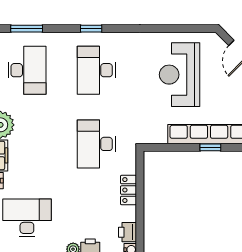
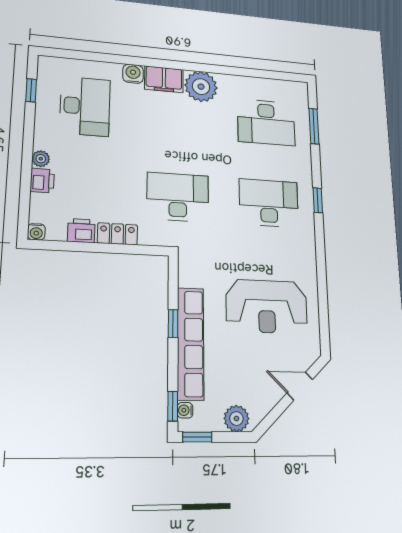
reception desk: (180, 75) -> (267, 306), turned 180
window: (210, 147) -> (173, 324), moved
printer: (127, 232) -> (81, 231), moved

